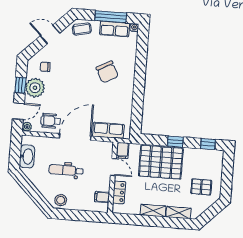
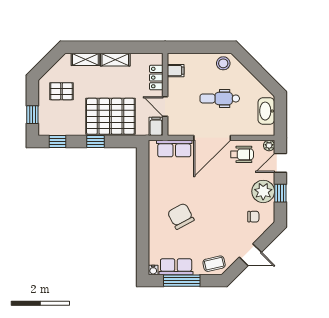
window: (228, 169) -> (32, 115), added
dental chair: (66, 170) -> (220, 98), turned 180

